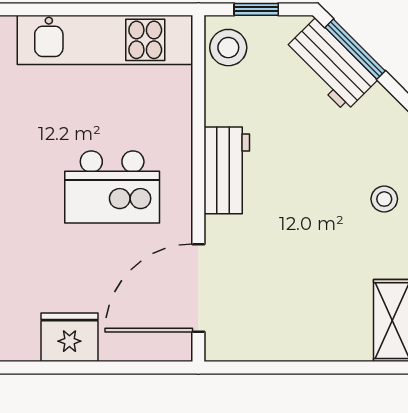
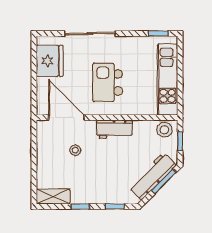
workbench: (330, 65) -> (153, 176), width x1.38
stool: (384, 199) -> (75, 150), moved
fridge: (69, 337) -> (50, 61), width x1.36, depth x1.34

